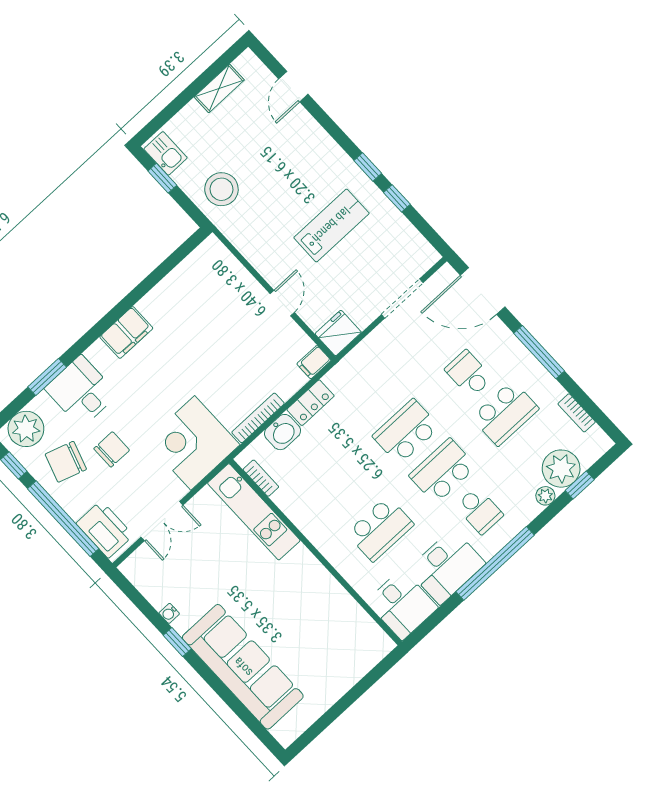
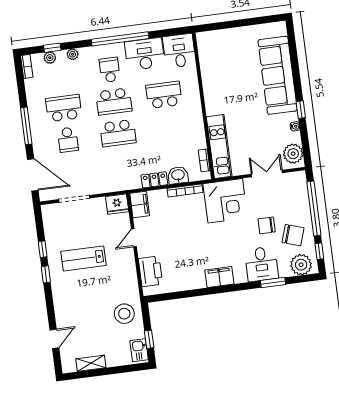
filing cabinet: (314, 362) -> (140, 205), width x2.00
bookcase: (577, 413) -> (27, 66), moved
plant: (561, 469) -> (50, 58), width x0.53, depth x0.53
printer: (105, 529) -> (150, 271), moved, turned 180
plant: (145, 574) -> (293, 154), added

